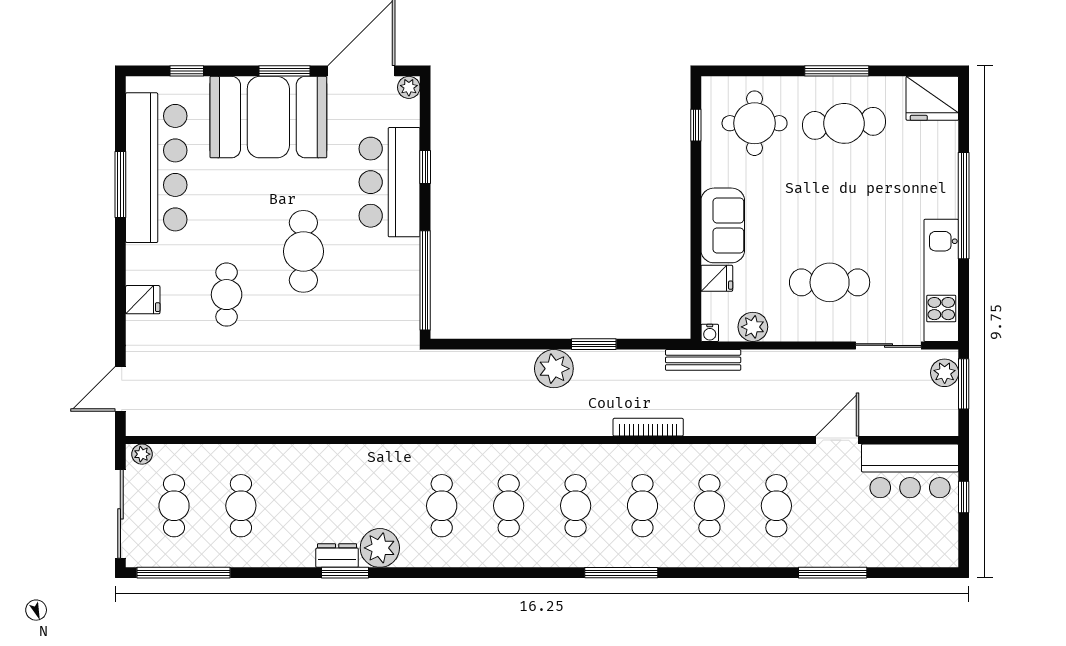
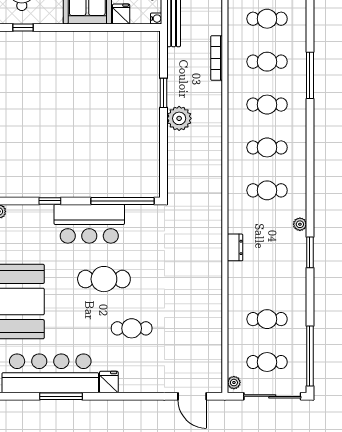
bar counter: (390, 182) -> (89, 224), moved
fridge: (143, 300) -> (109, 382), moved
plant: (380, 548) -> (300, 224), width x0.53, depth x0.53
dresser: (337, 556) -> (235, 247), moved, turned 180

